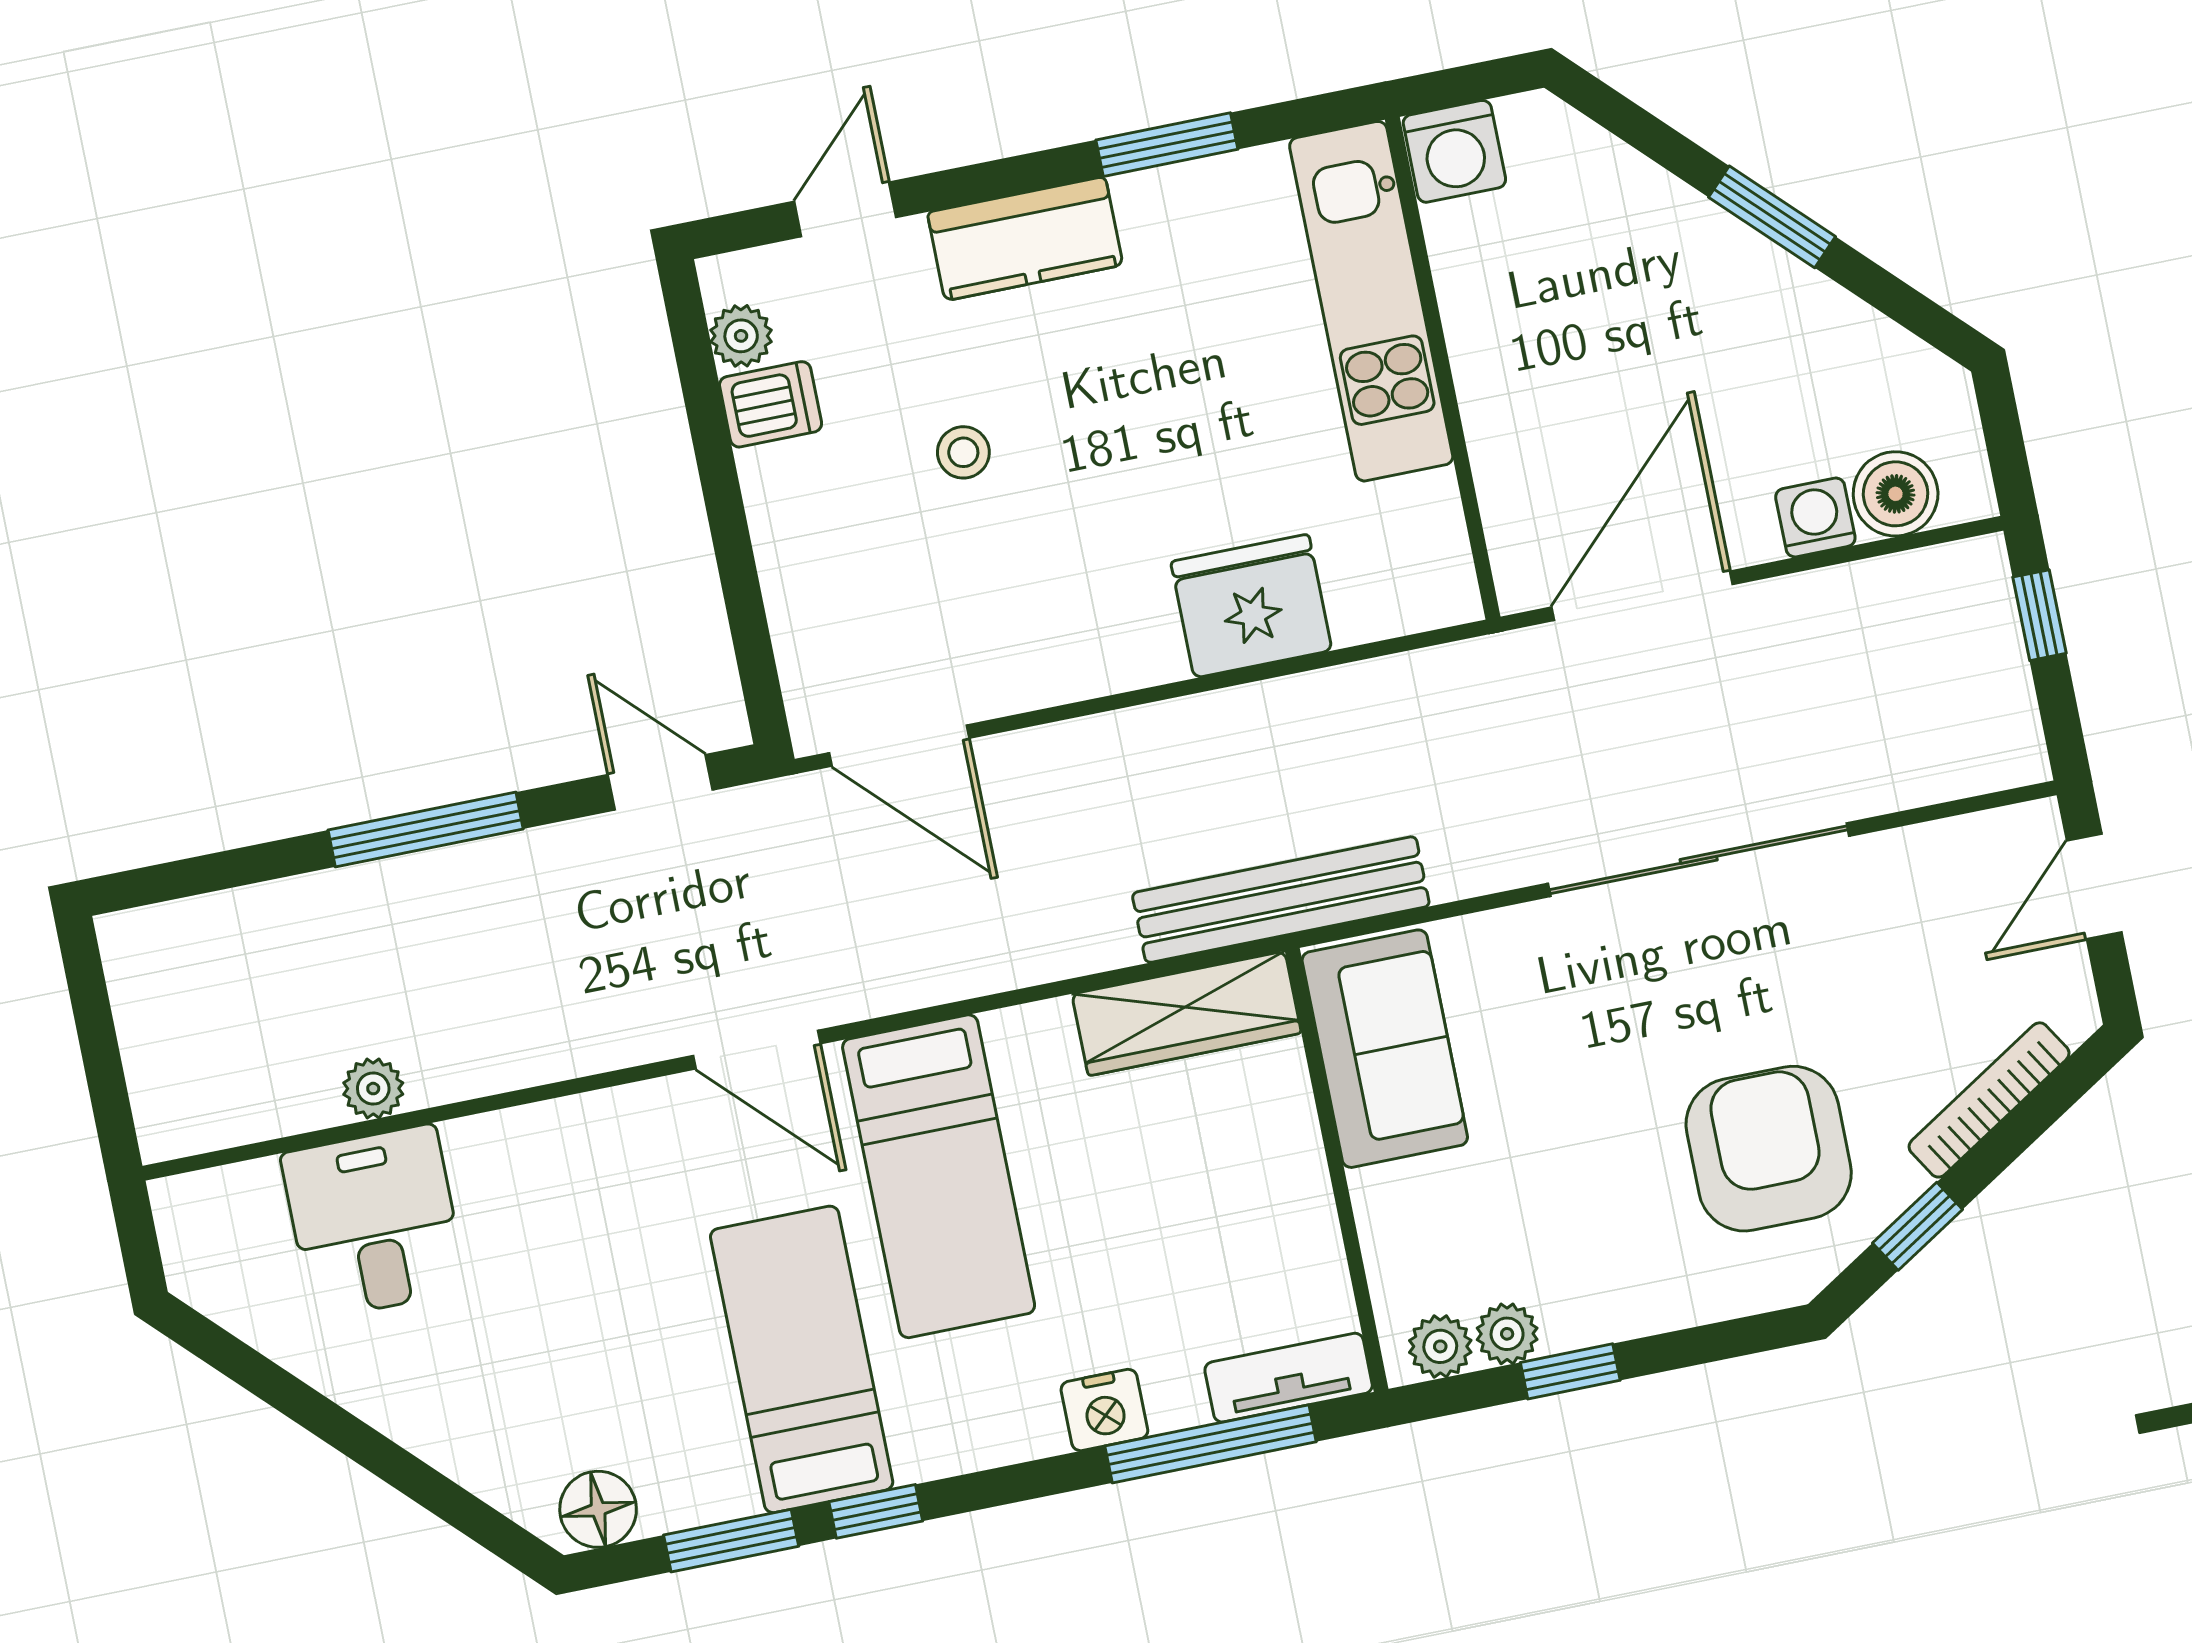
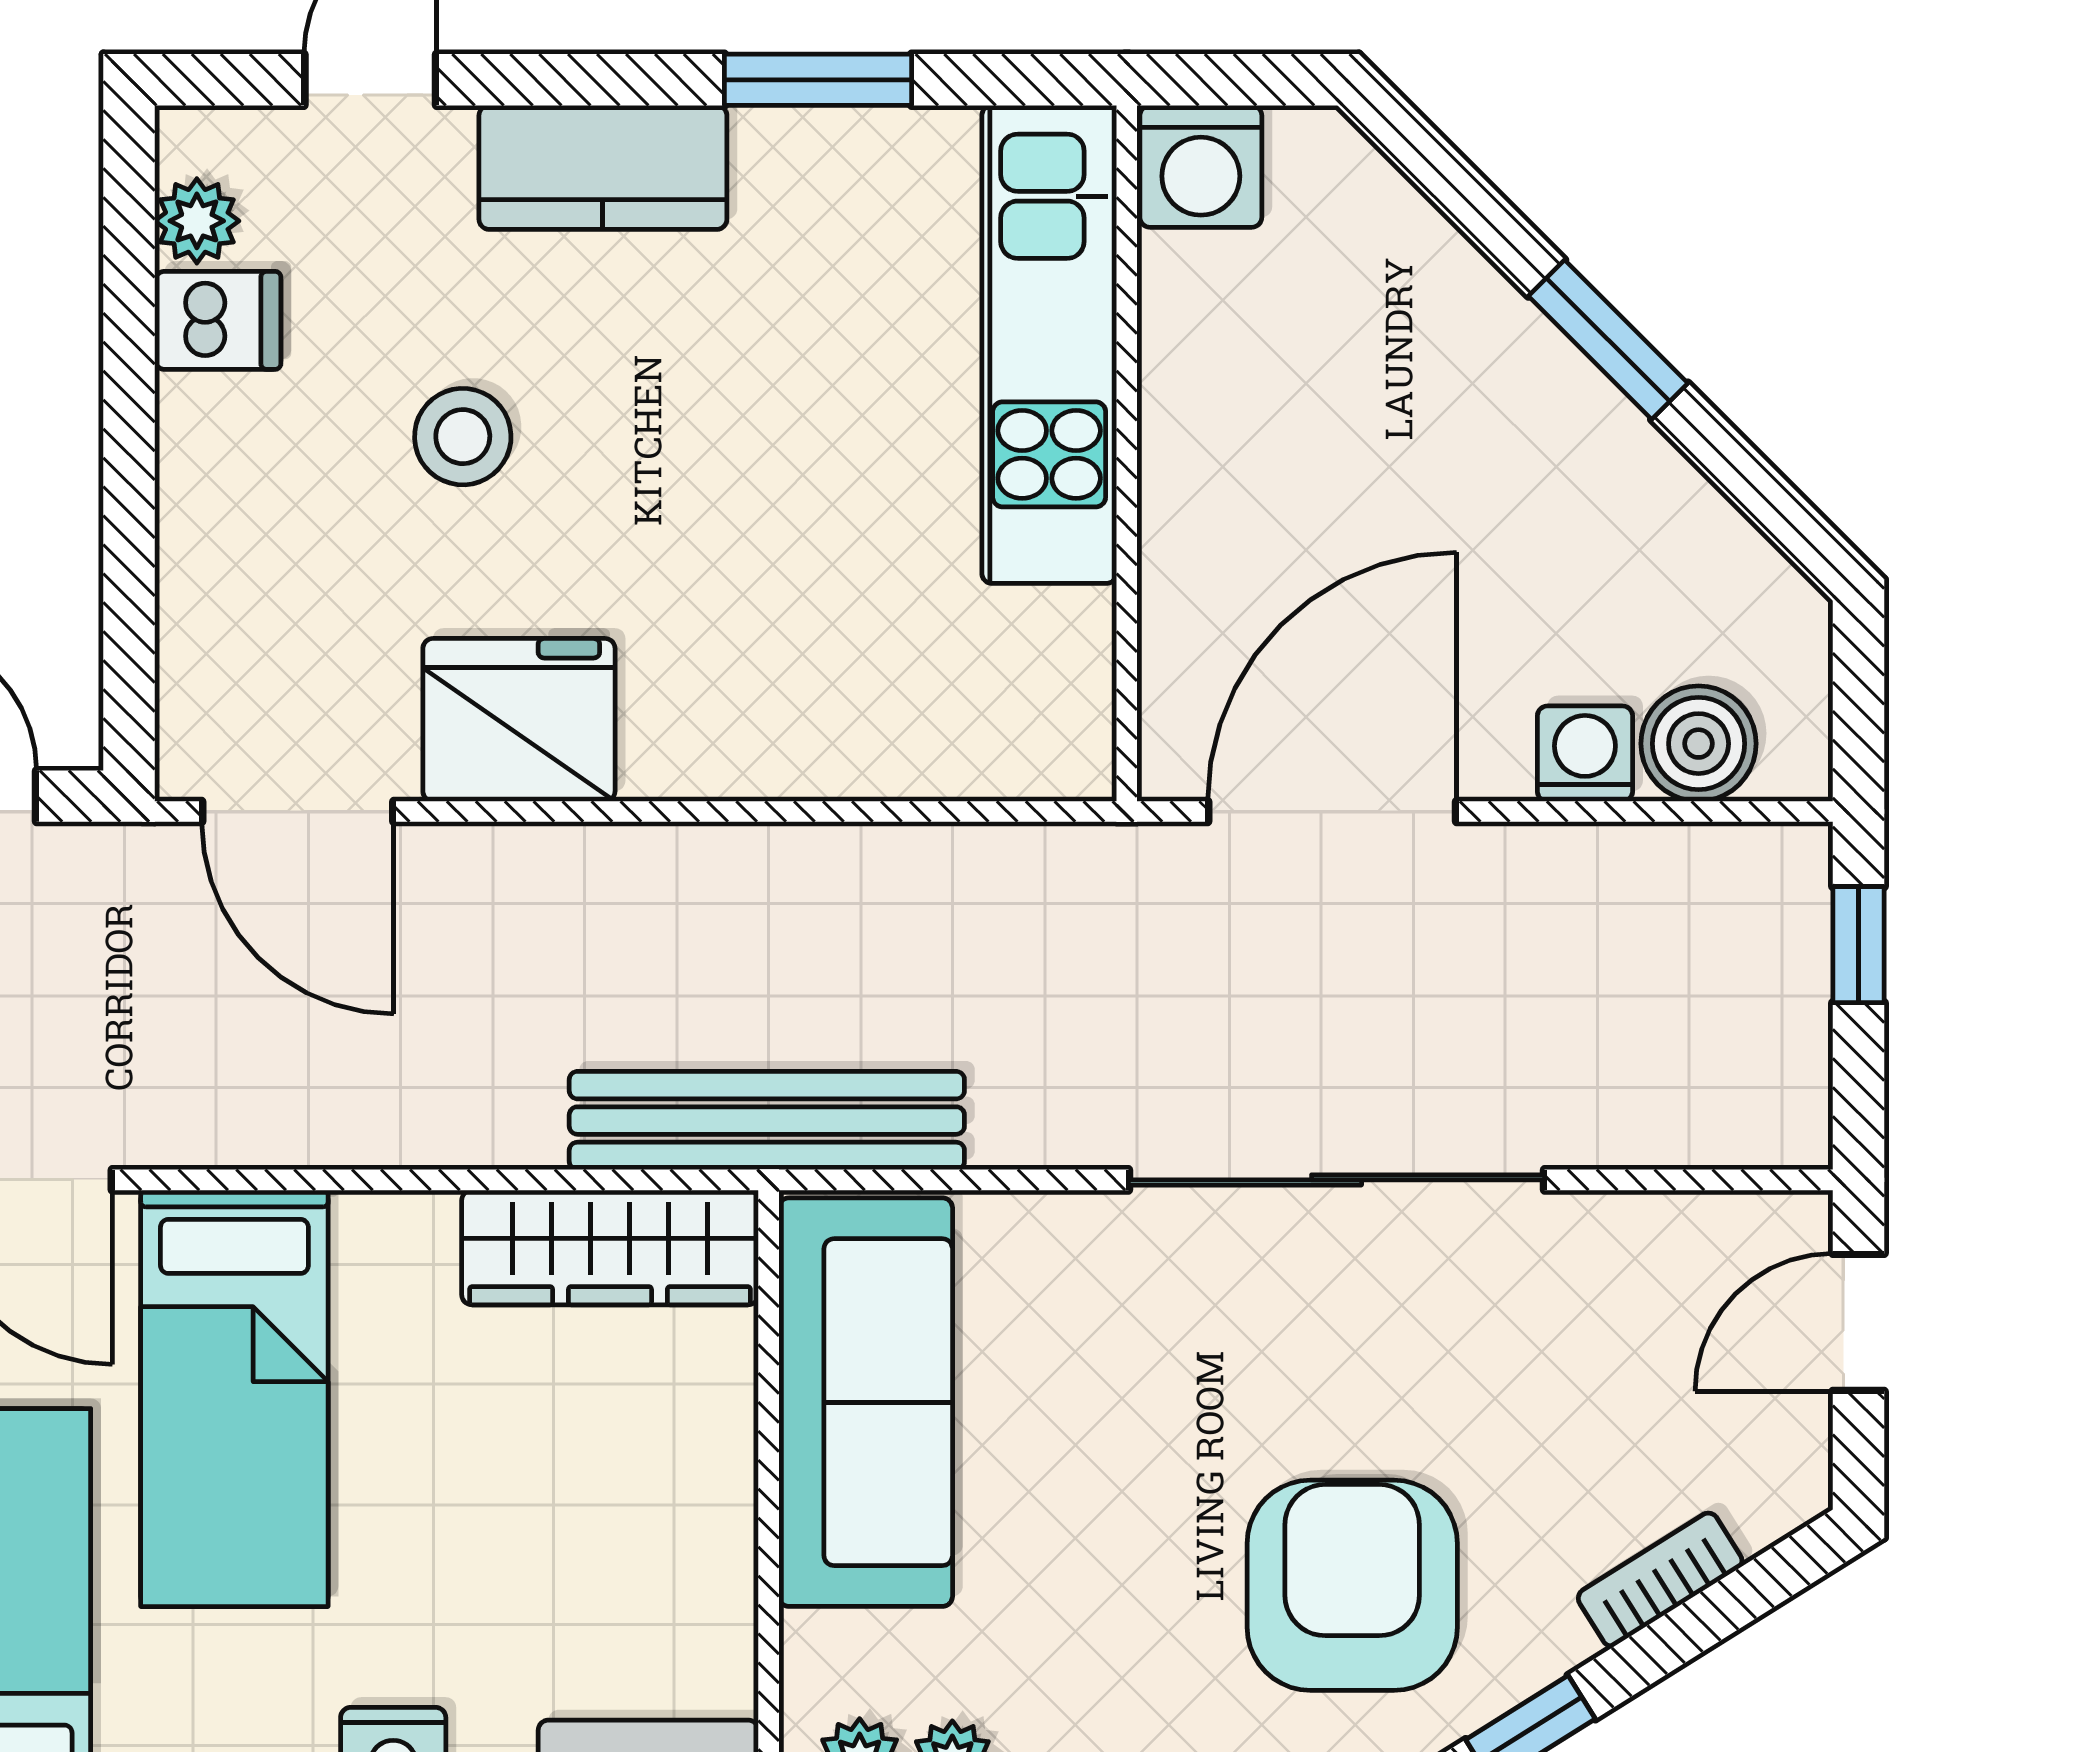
stool: (963, 452) -> (463, 437), width x1.37, depth x1.37
fridge: (1251, 606) -> (519, 720), moved
sofa: (1385, 1049) -> (866, 1402), width x1.36
bookcase: (1989, 1100) -> (1660, 1580), width x0.64

